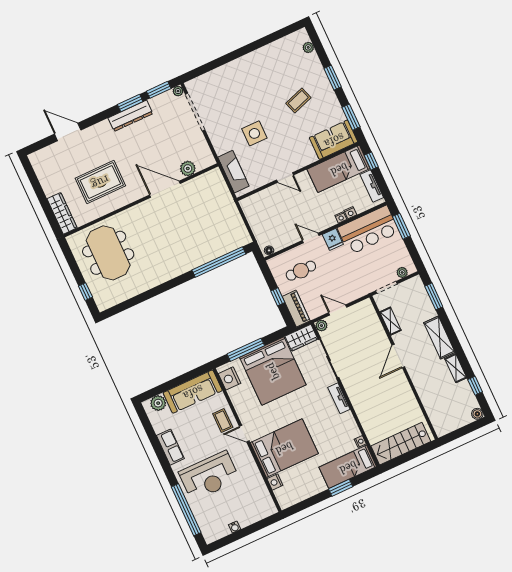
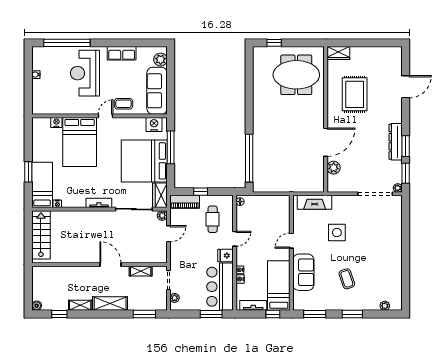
sofa: (334, 140) -> (303, 272), moved
wardrobe: (62, 213) -> (338, 53), width x0.67

